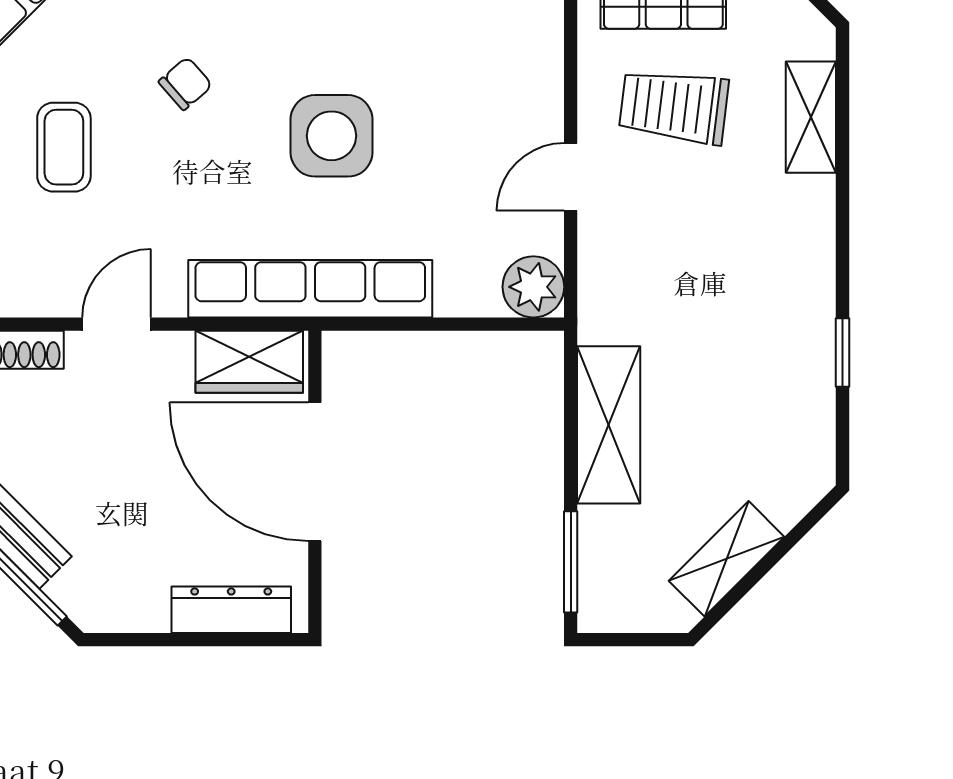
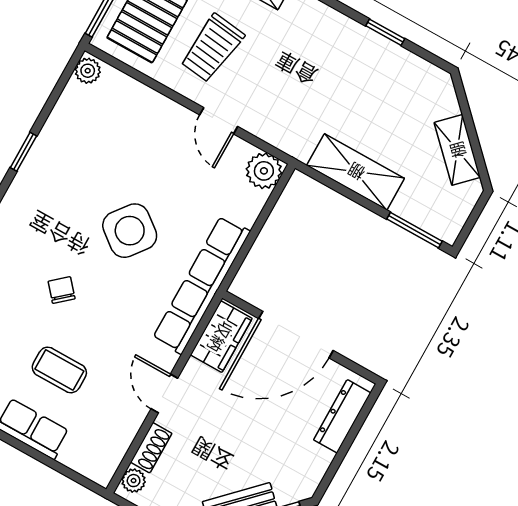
side table: (331, 136) -> (130, 231), turned 38

